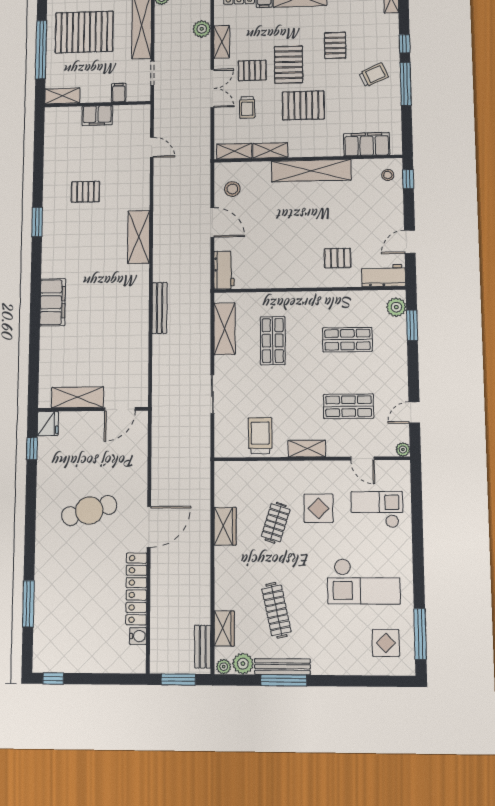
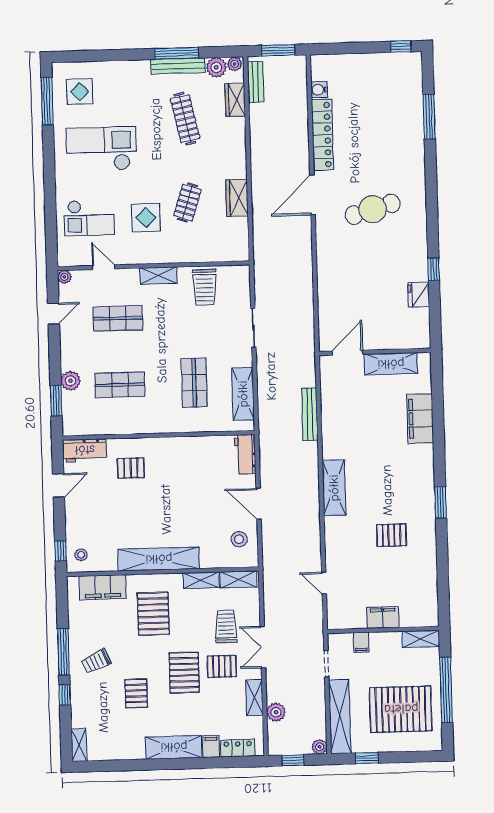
pallet: (303, 105) -> (153, 614), moved, turned 90
trolley: (247, 107) -> (226, 626), width x1.36, depth x1.39
plant: (396, 307) -> (71, 381), moved
shelving: (78, 397) -> (391, 364), moved
wall: (93, 409) -> (375, 352), moved
door: (120, 409) -> (347, 353), moved

